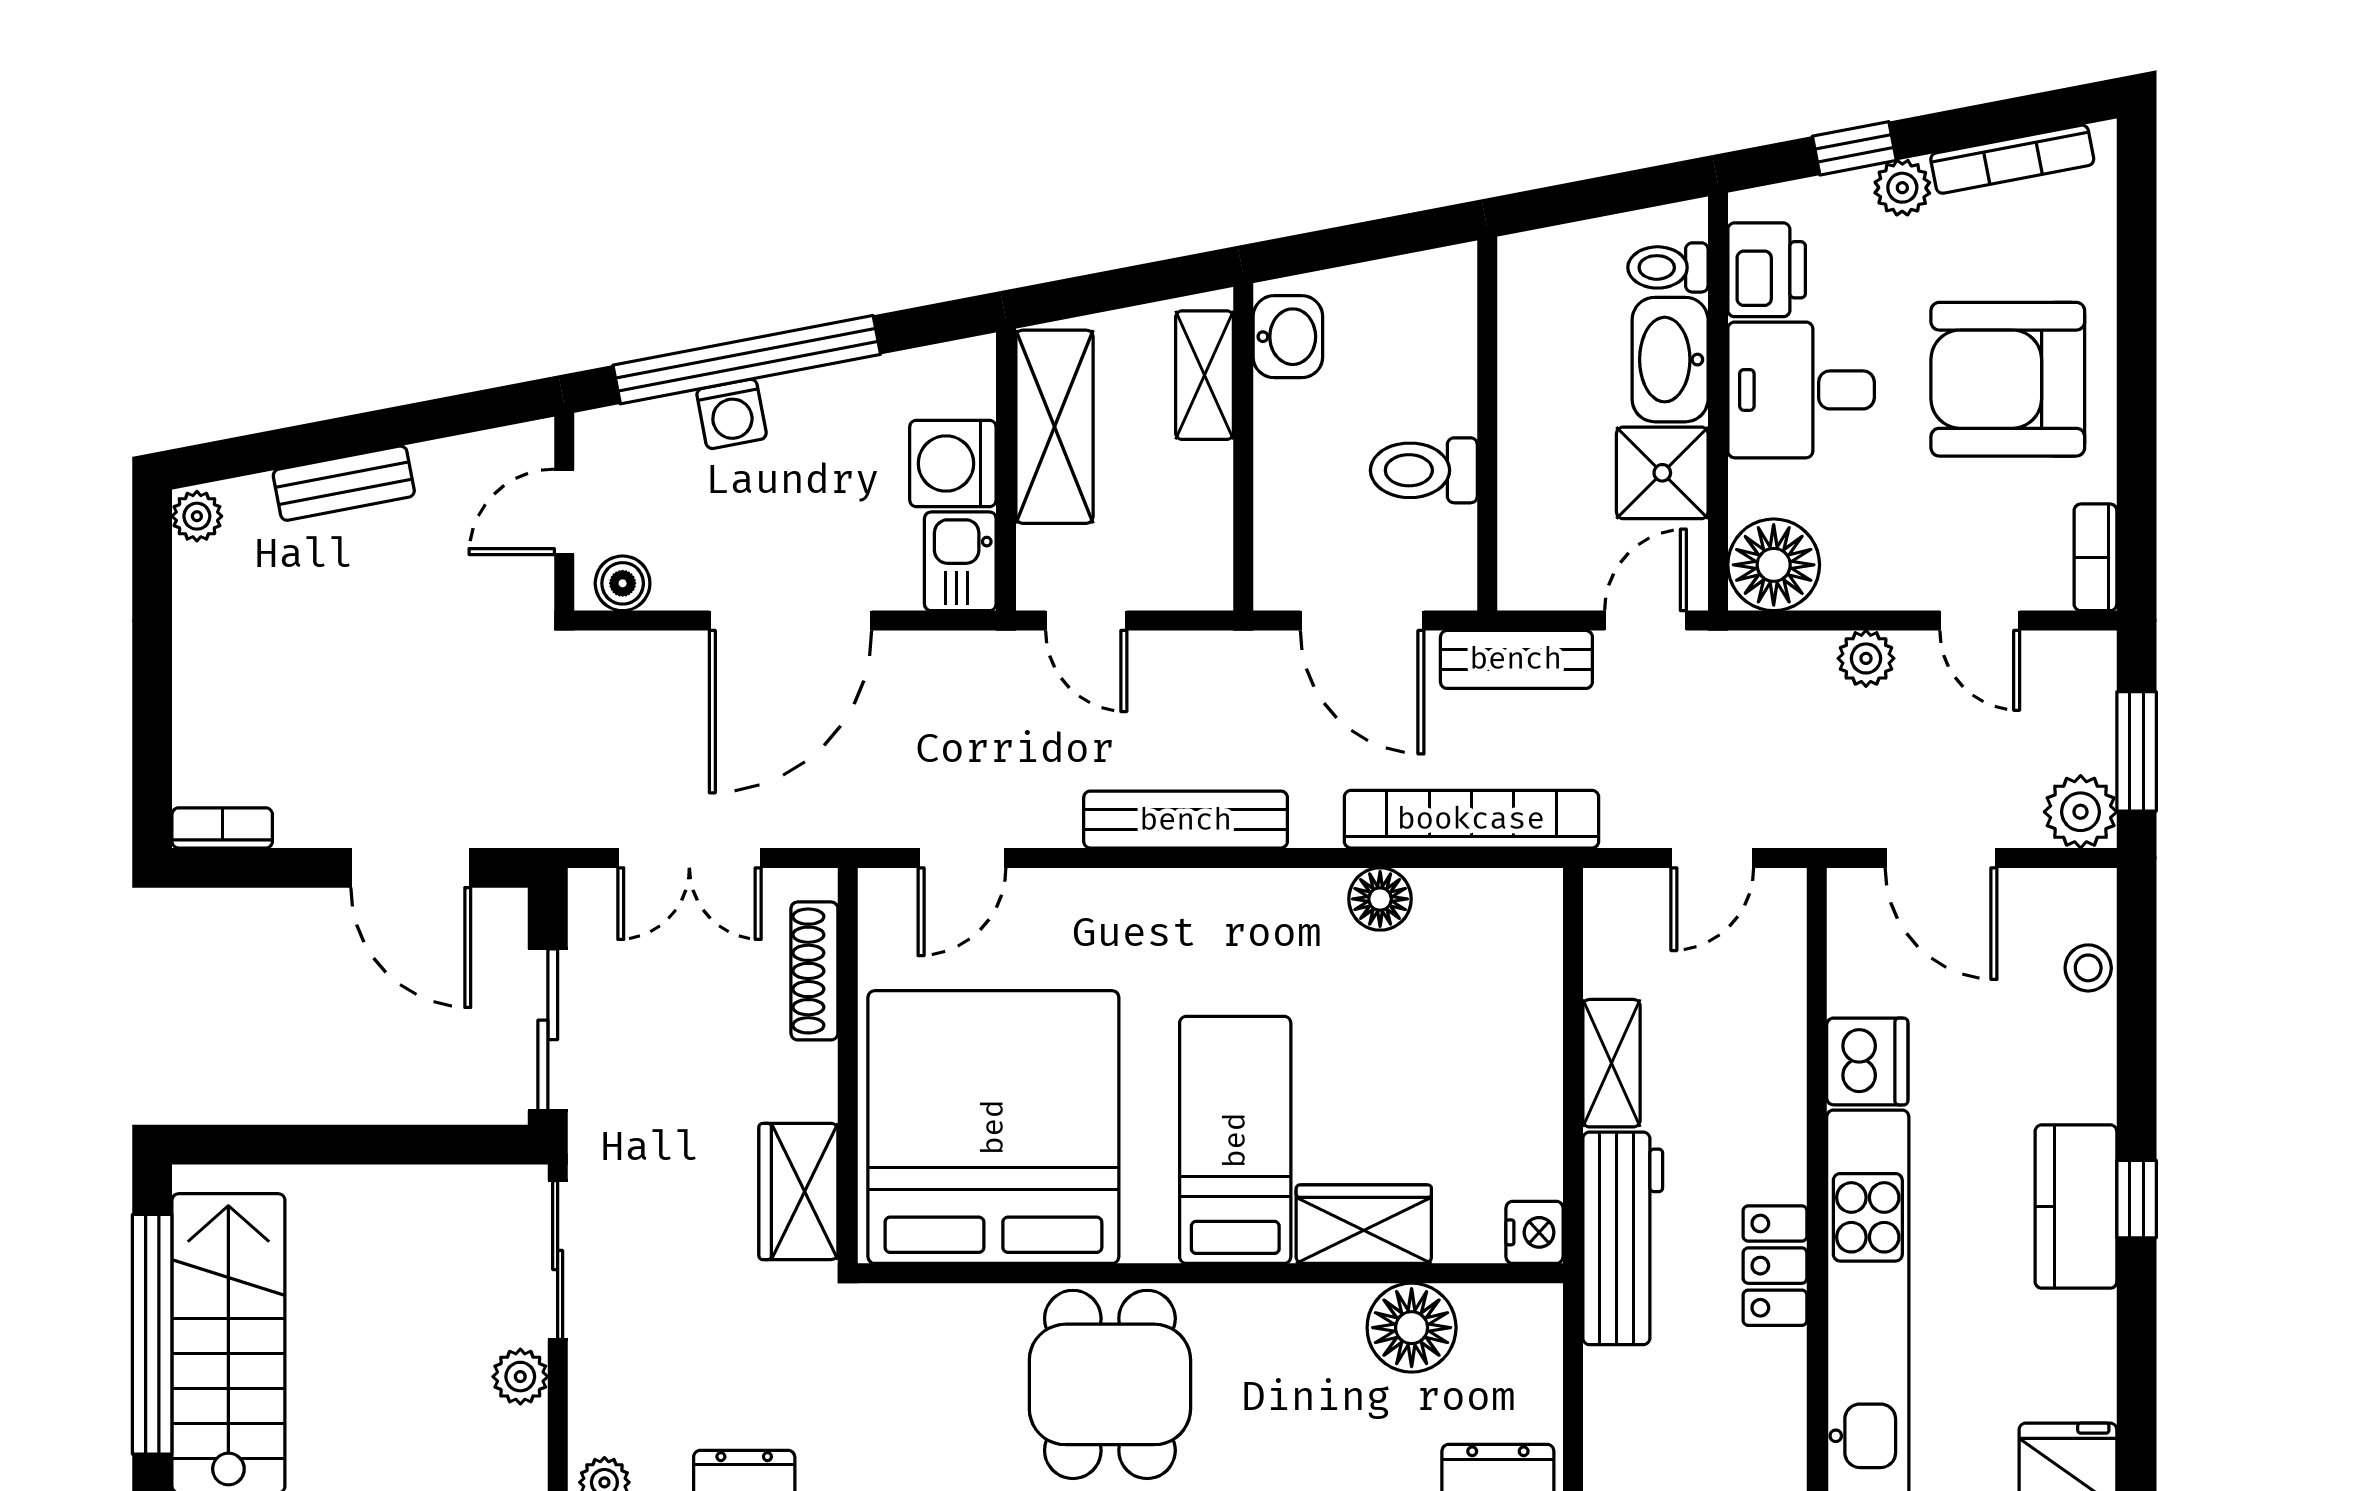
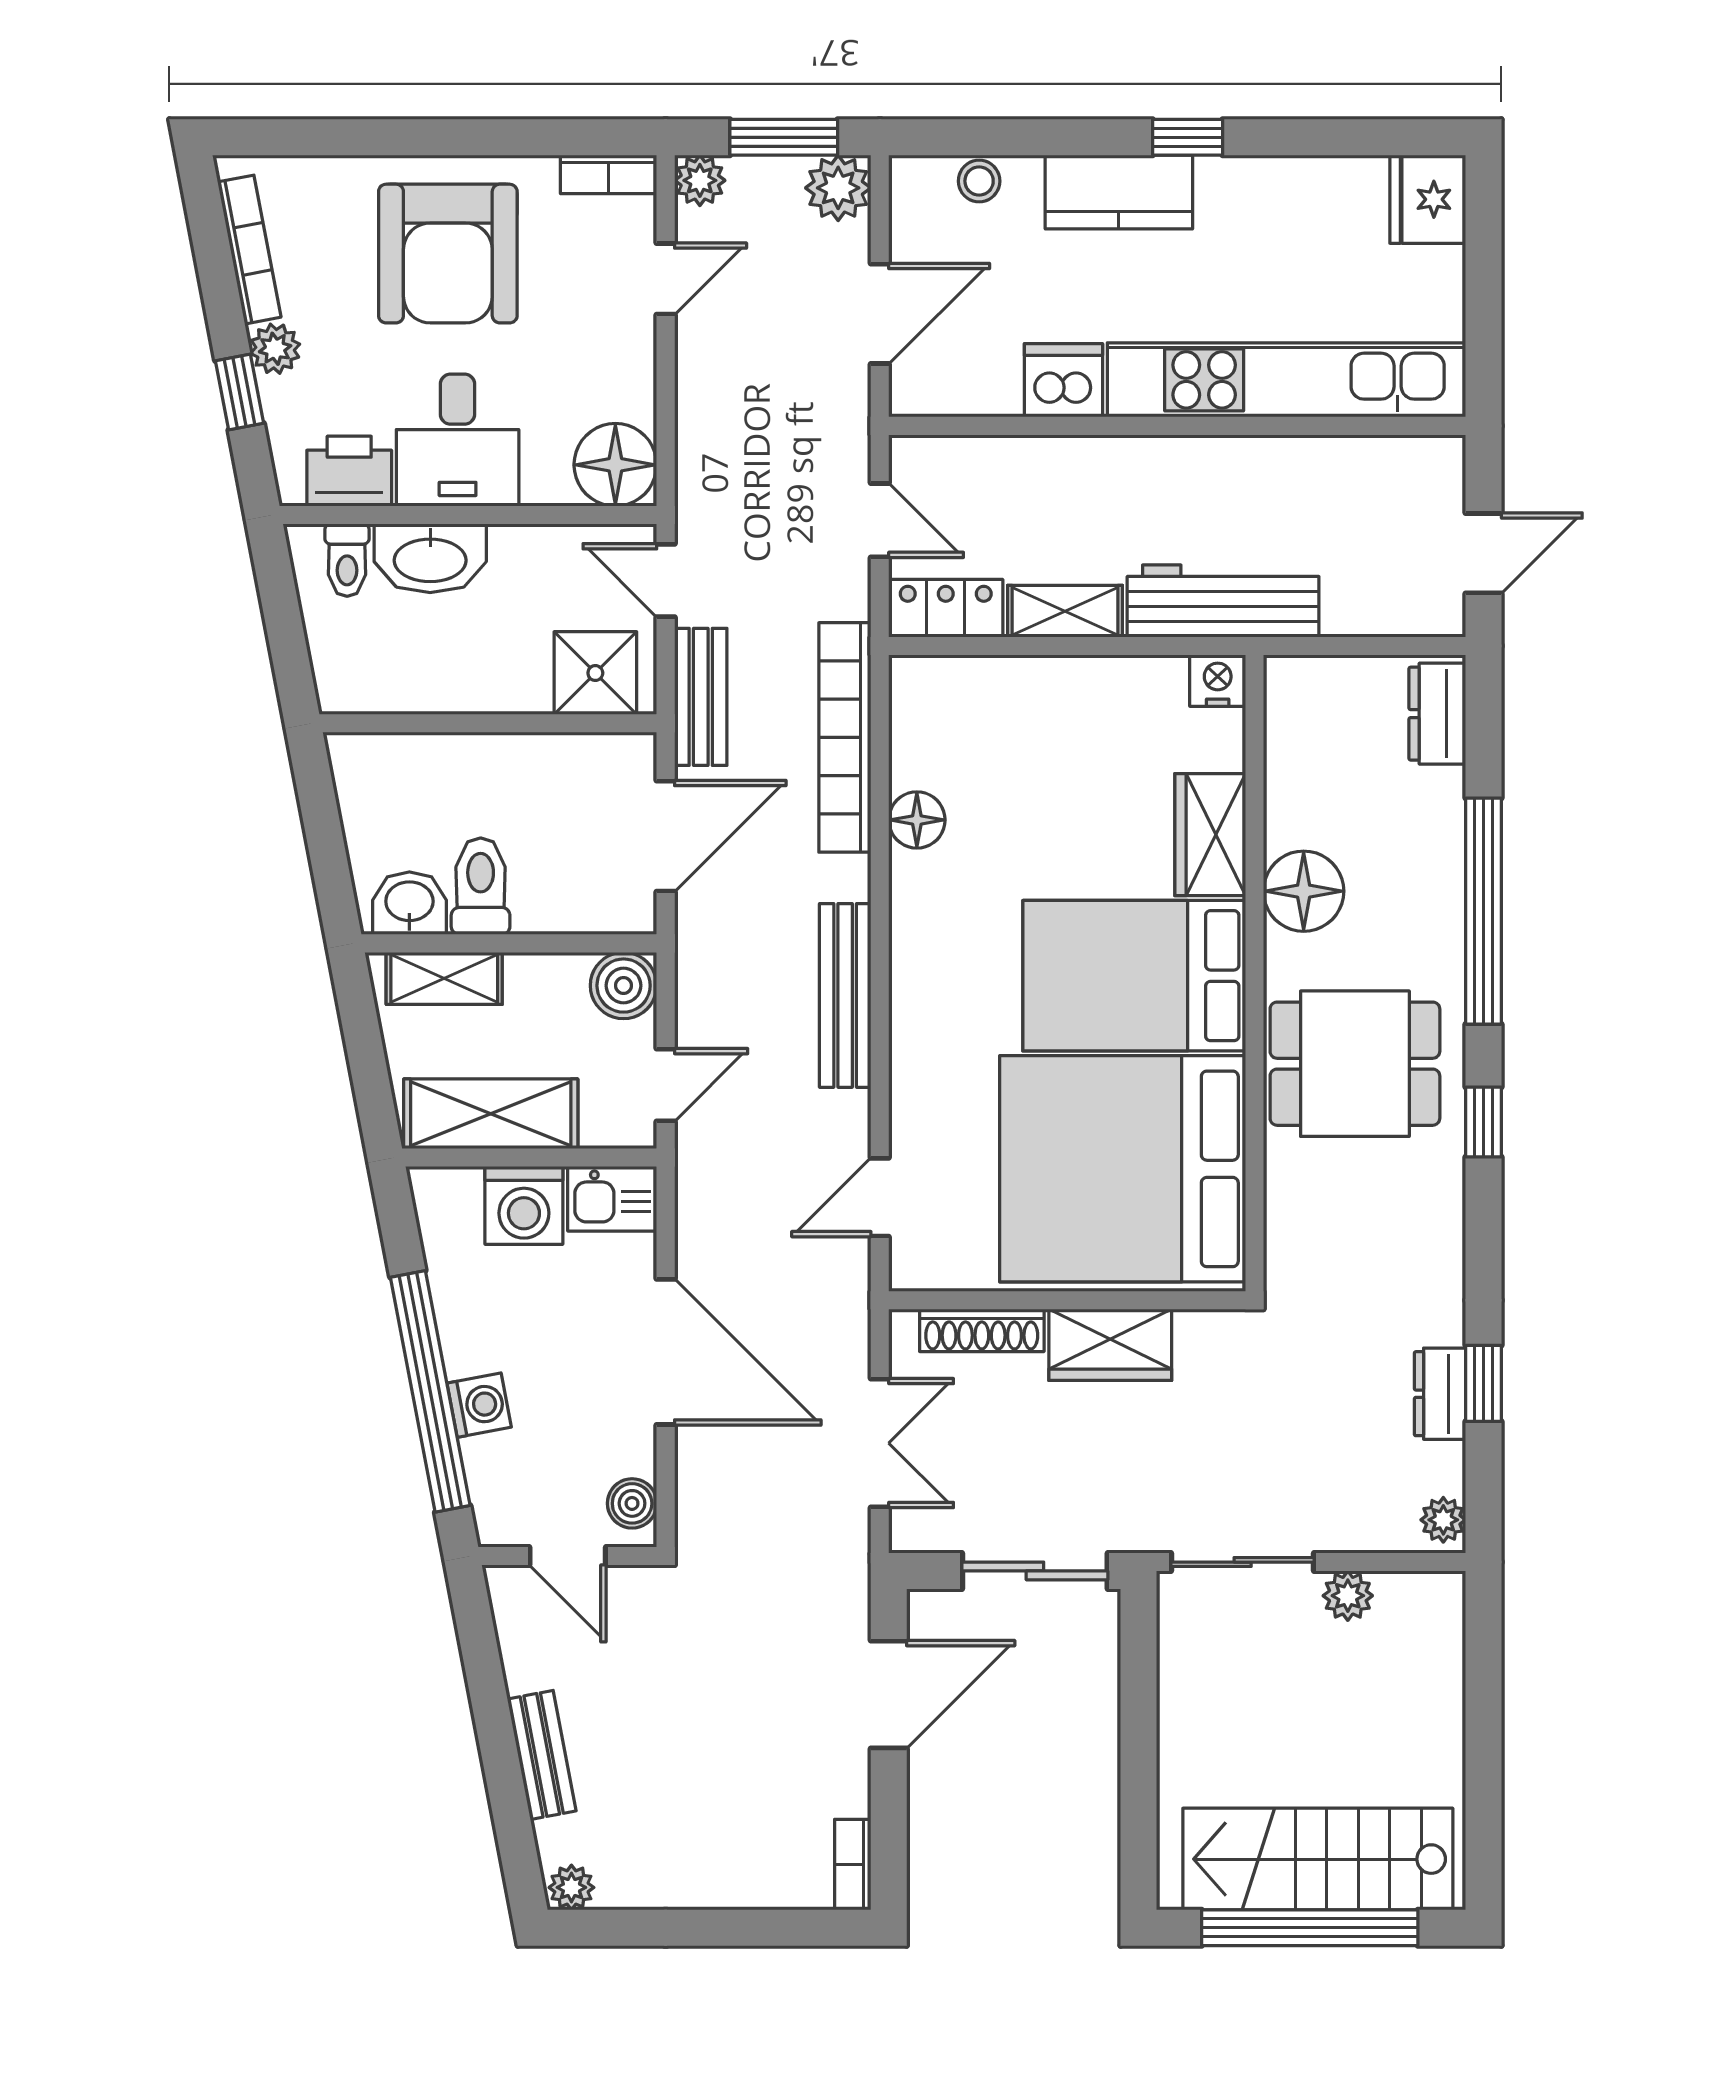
toilet: (1424, 470) -> (481, 886), moved, turned 180
shower: (1662, 473) -> (595, 673), moved
boiler: (1197, 574) -> (624, 986), added
plant: (1866, 658) -> (700, 180), moved
door: (962, 858) -> (880, 1197), swing flipped
bed: (1235, 1140) -> (1134, 976), width x1.50
wardrobe: (798, 1191) -> (1110, 1345), moved
kitchen counter: (2076, 1207) -> (1119, 192), moved
locker: (1775, 1266) -> (946, 608), moved, turned 180
floor lamp: (1412, 1328) -> (1304, 891), moved

